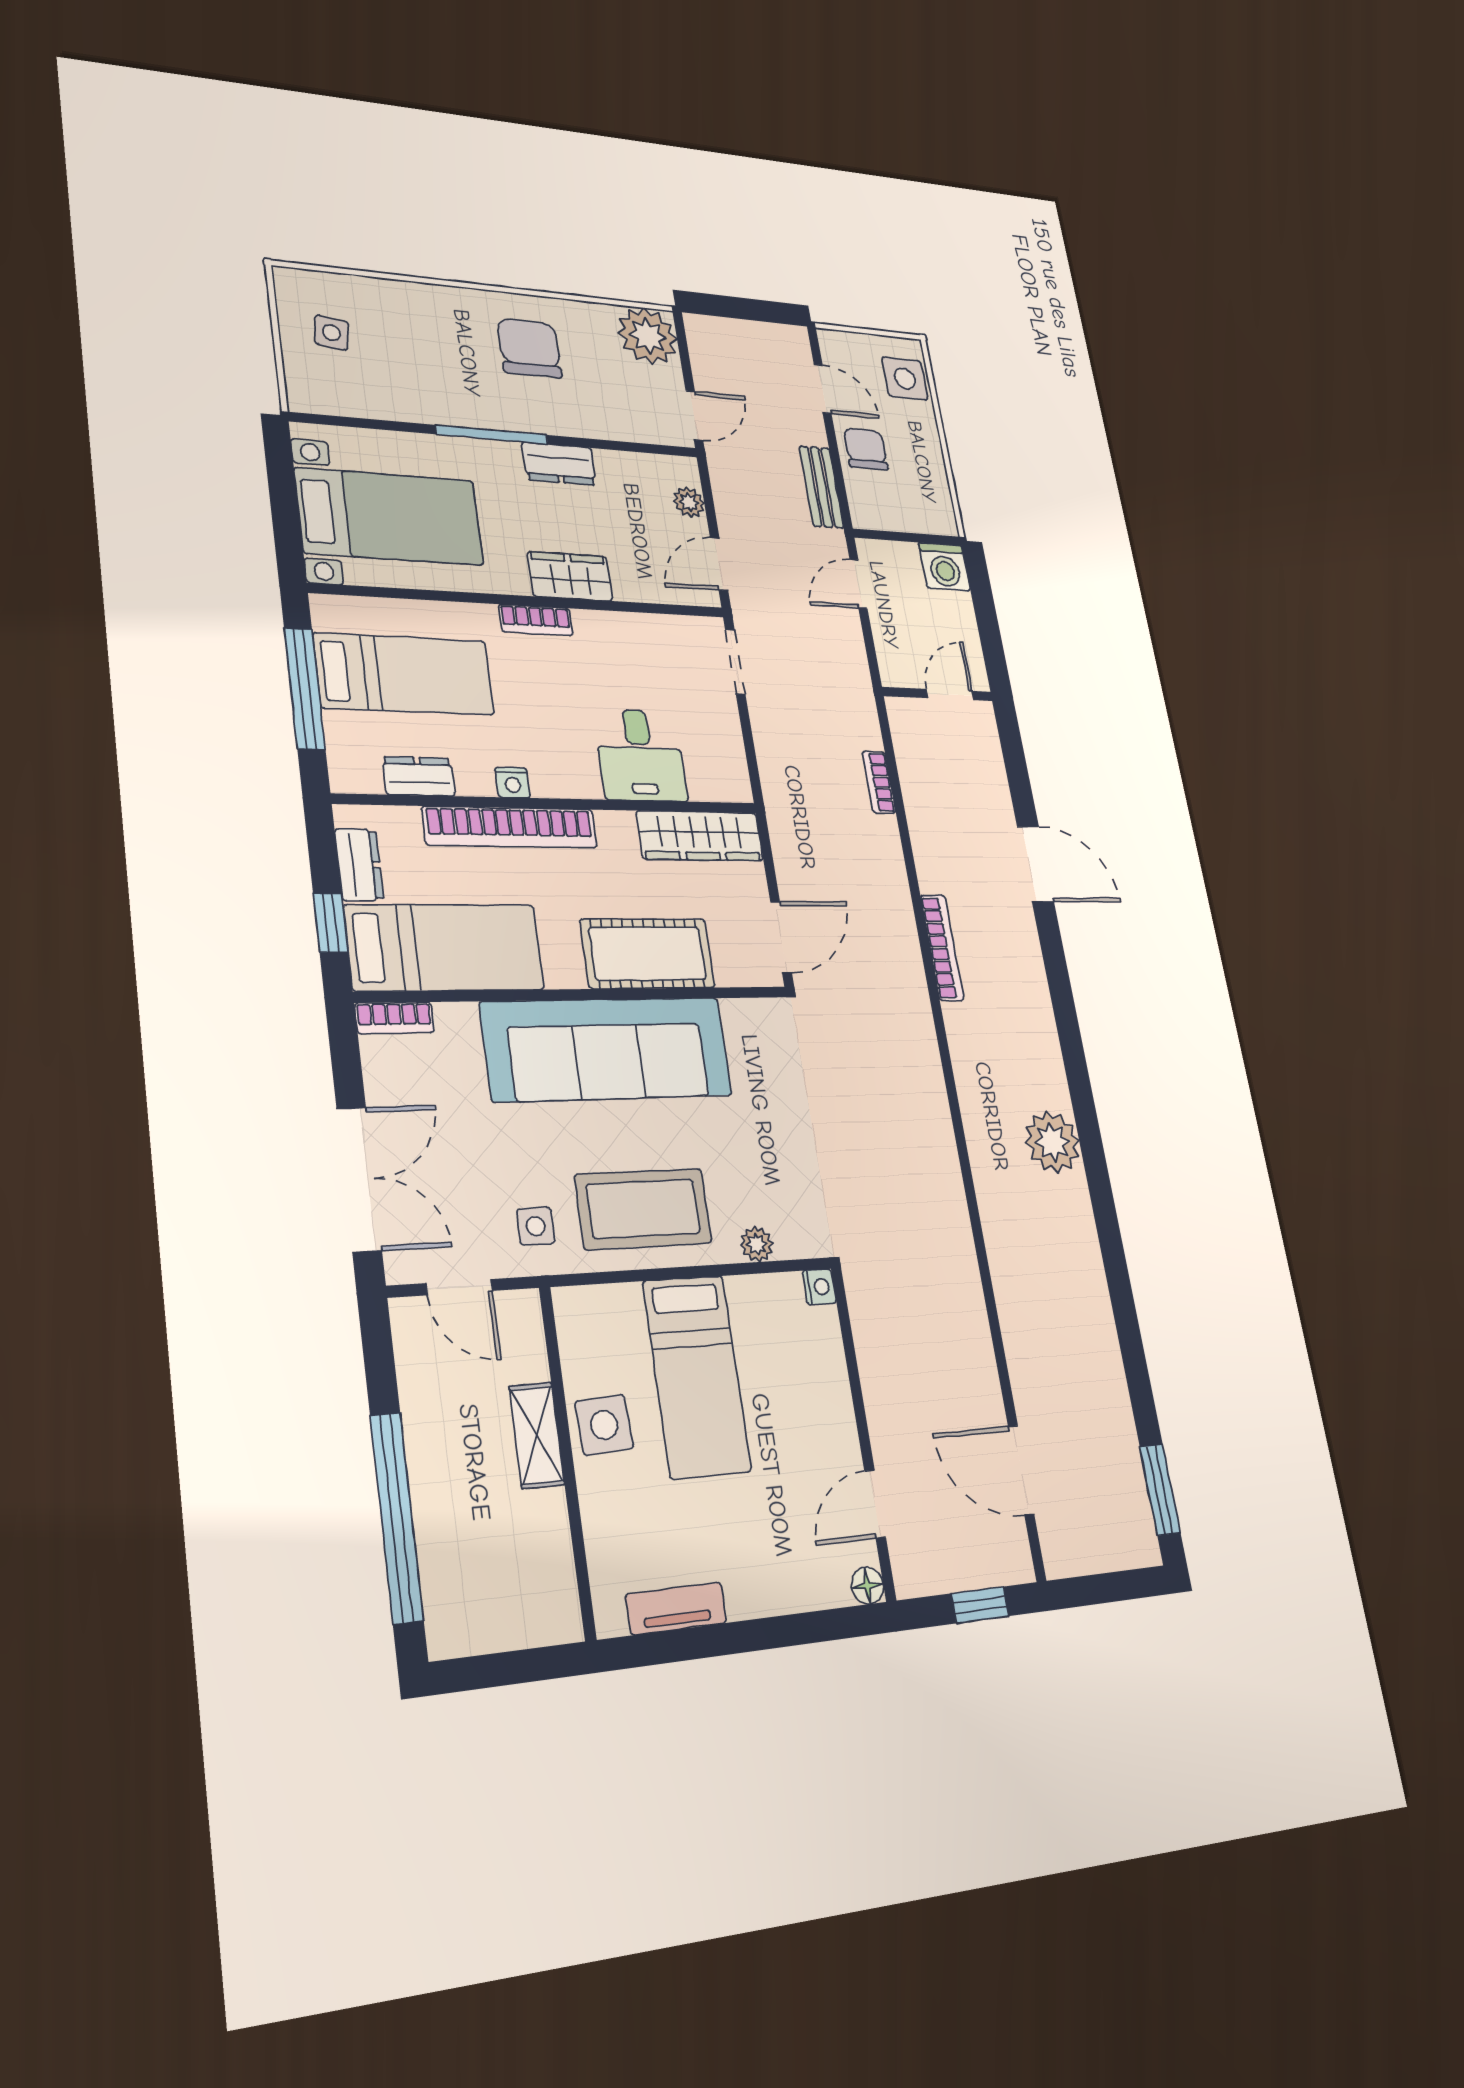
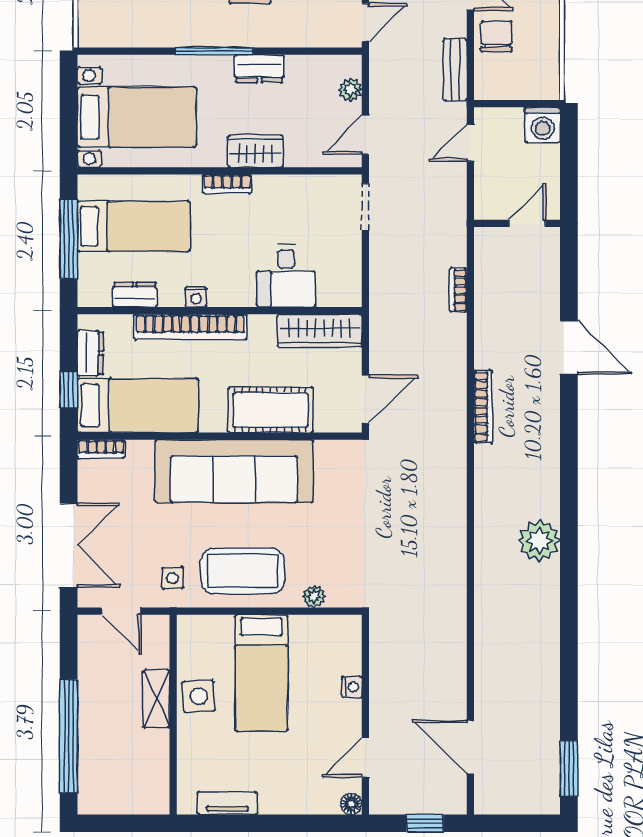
nightstand: (819, 1287) -> (352, 687), moved

